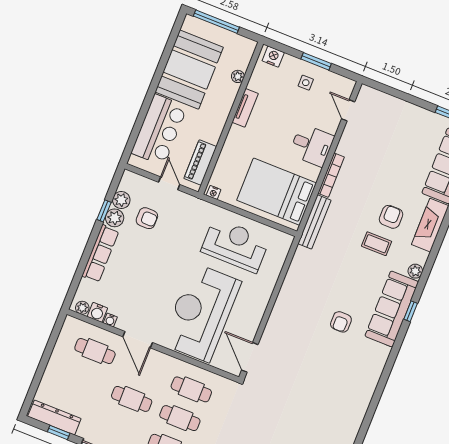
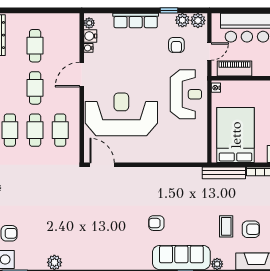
plant: (115, 218) -> (198, 20), moved
reception desk: (235, 245) -> (186, 94), moved
cafe table: (95, 351) -> (35, 46), moved
door: (250, 357) -> (102, 165), hinge flipped

